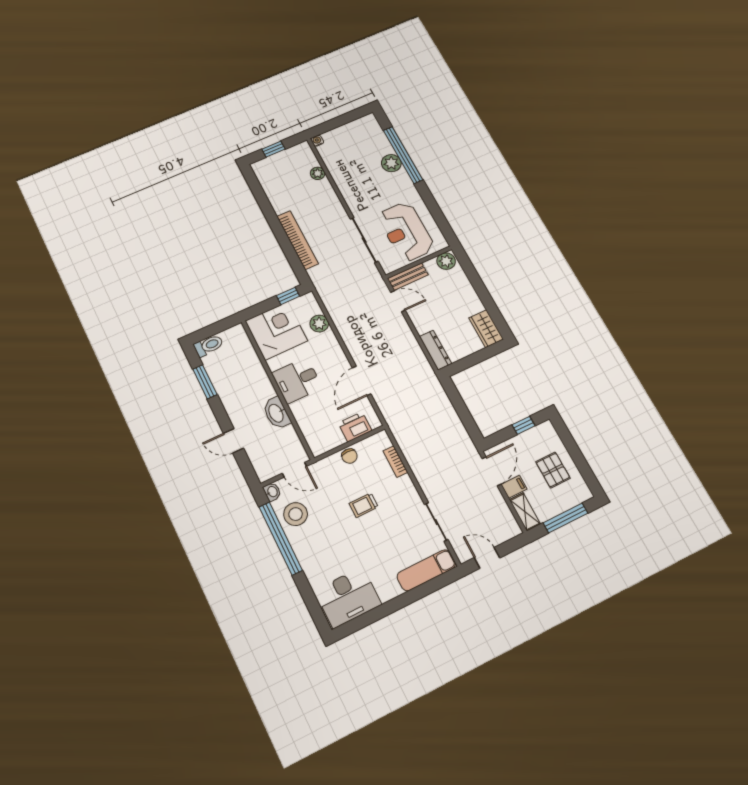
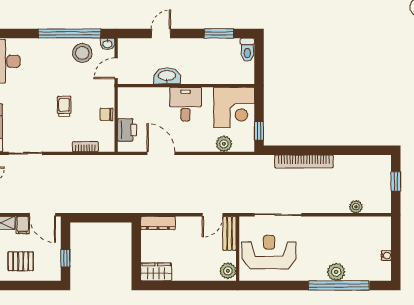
water cooler: (317, 141) -> (386, 255), moved

